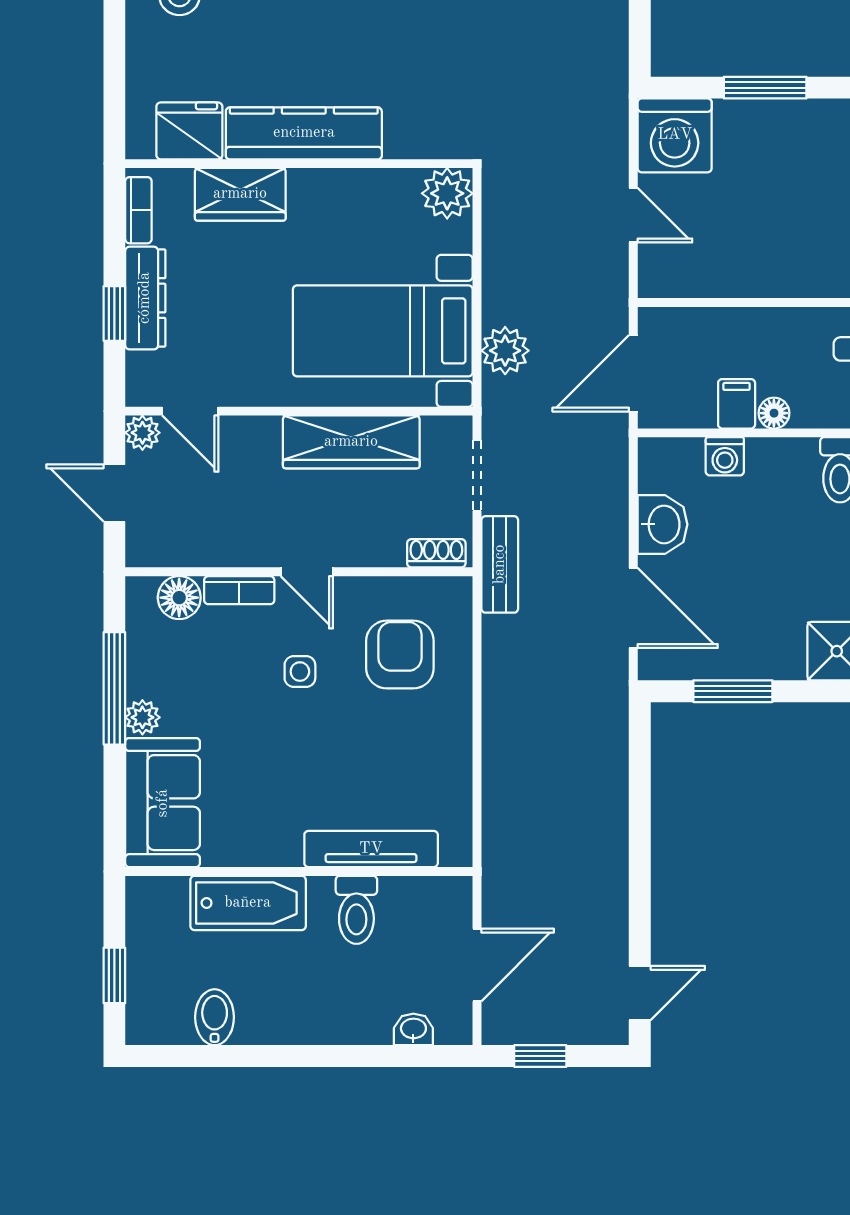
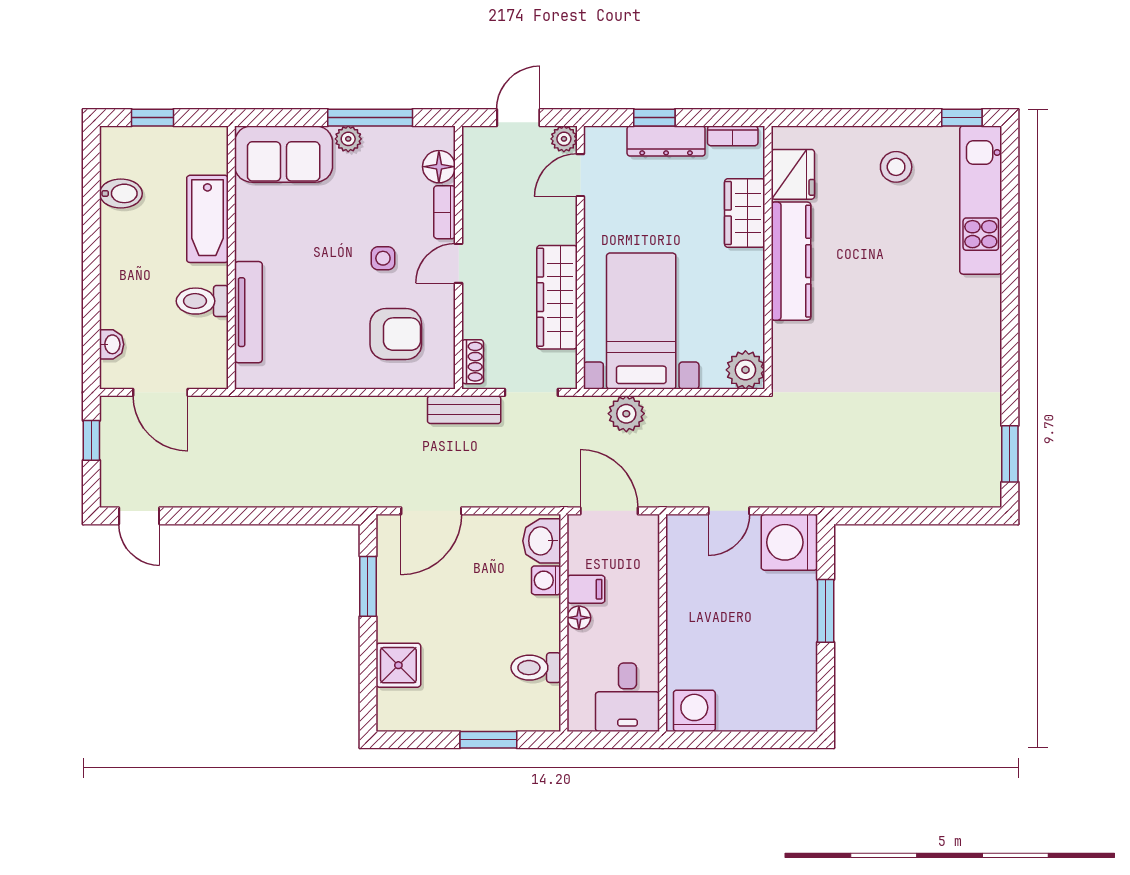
washbasin: (663, 524) -> (542, 541), moved, turned 90

